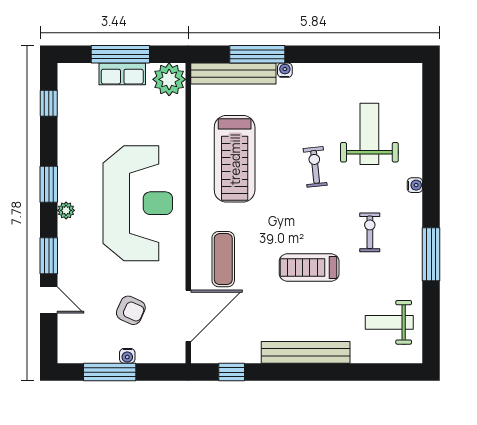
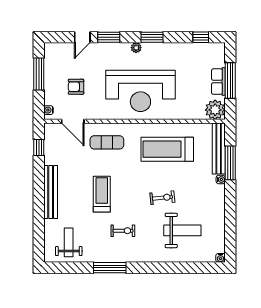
water cooler: (415, 185) -> (220, 258), moved
armchair: (131, 310) -> (76, 87), turned 66
door: (188, 316) -> (73, 121), width x0.73
water cooler: (127, 356) -> (49, 110), moved

